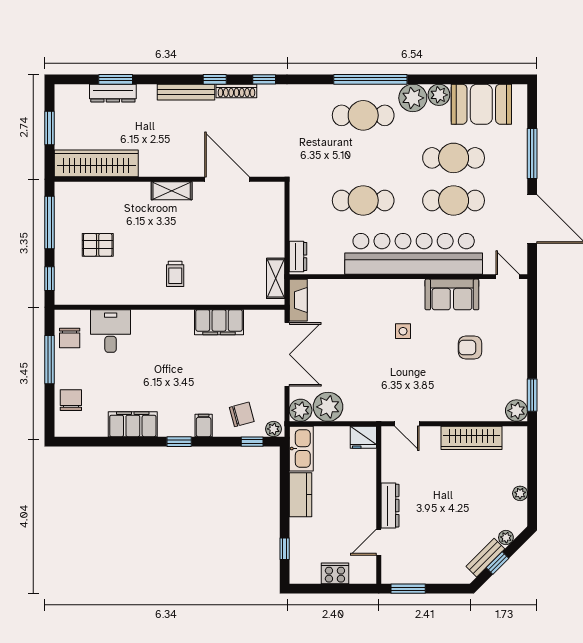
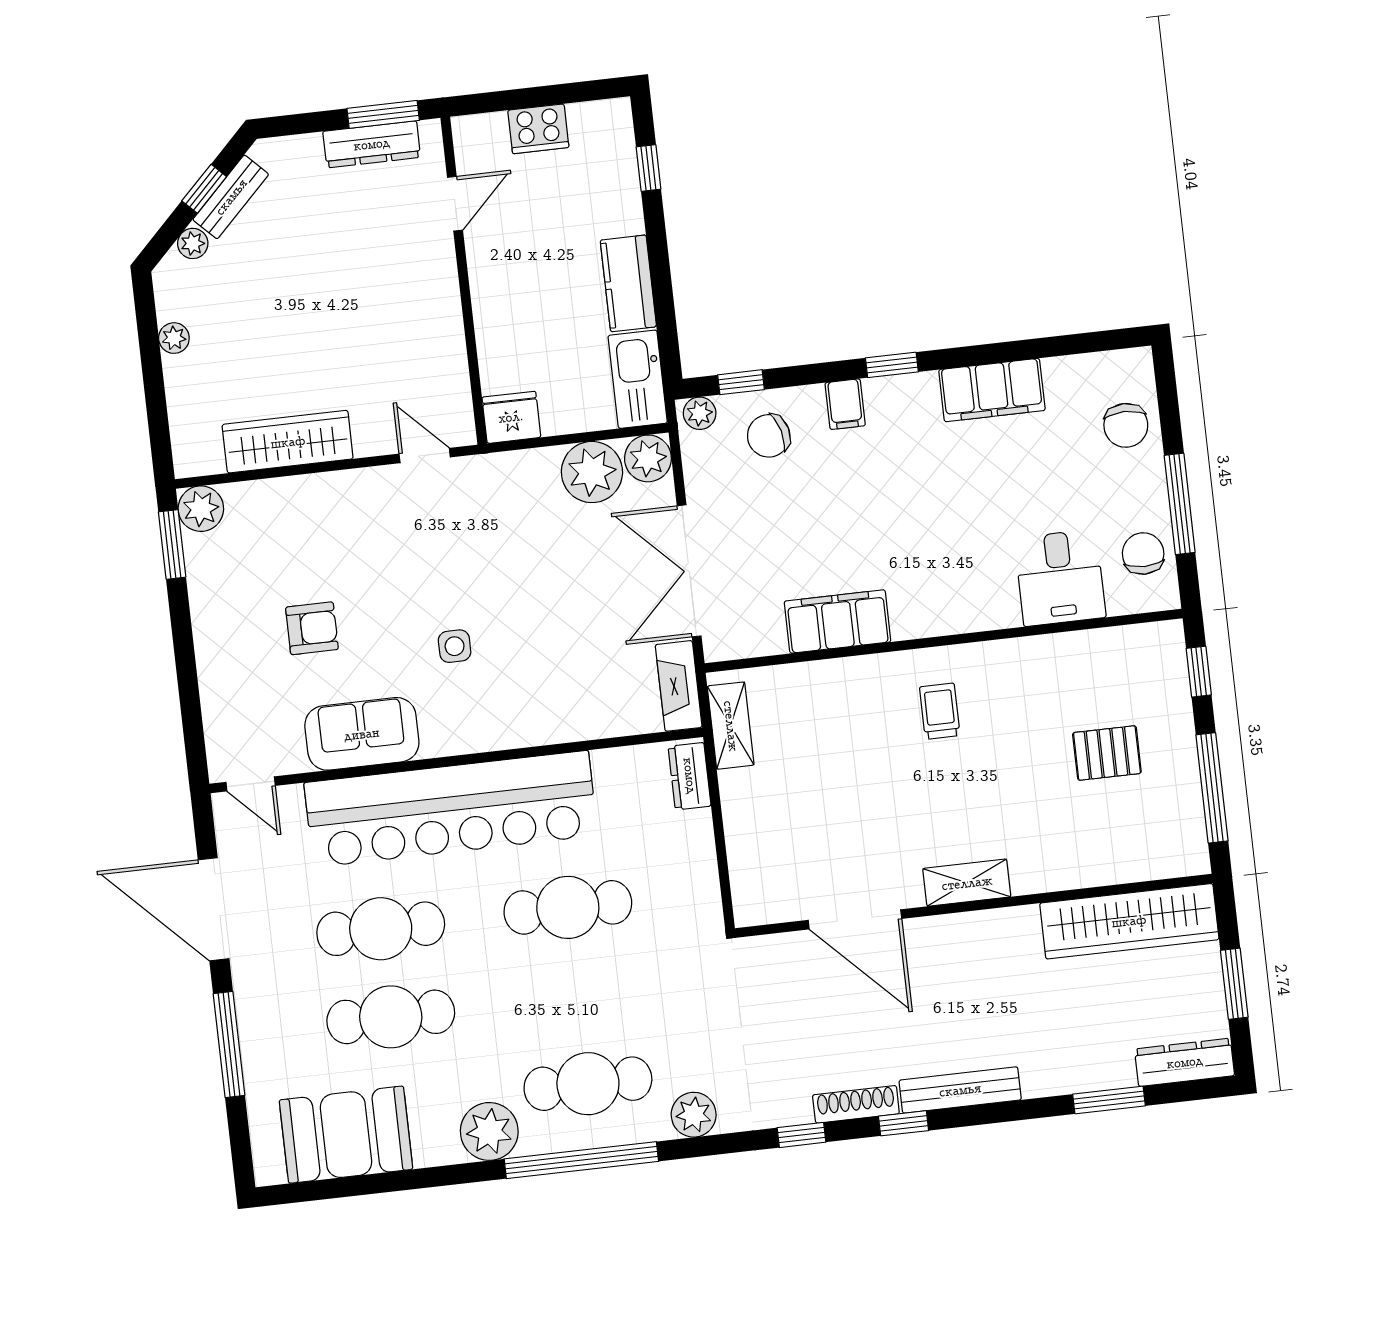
dresser: (113, 93) -> (1185, 1062), moved
plant: (439, 95) -> (694, 1115), moved
dresser: (390, 506) -> (372, 144), moved, turned -90

